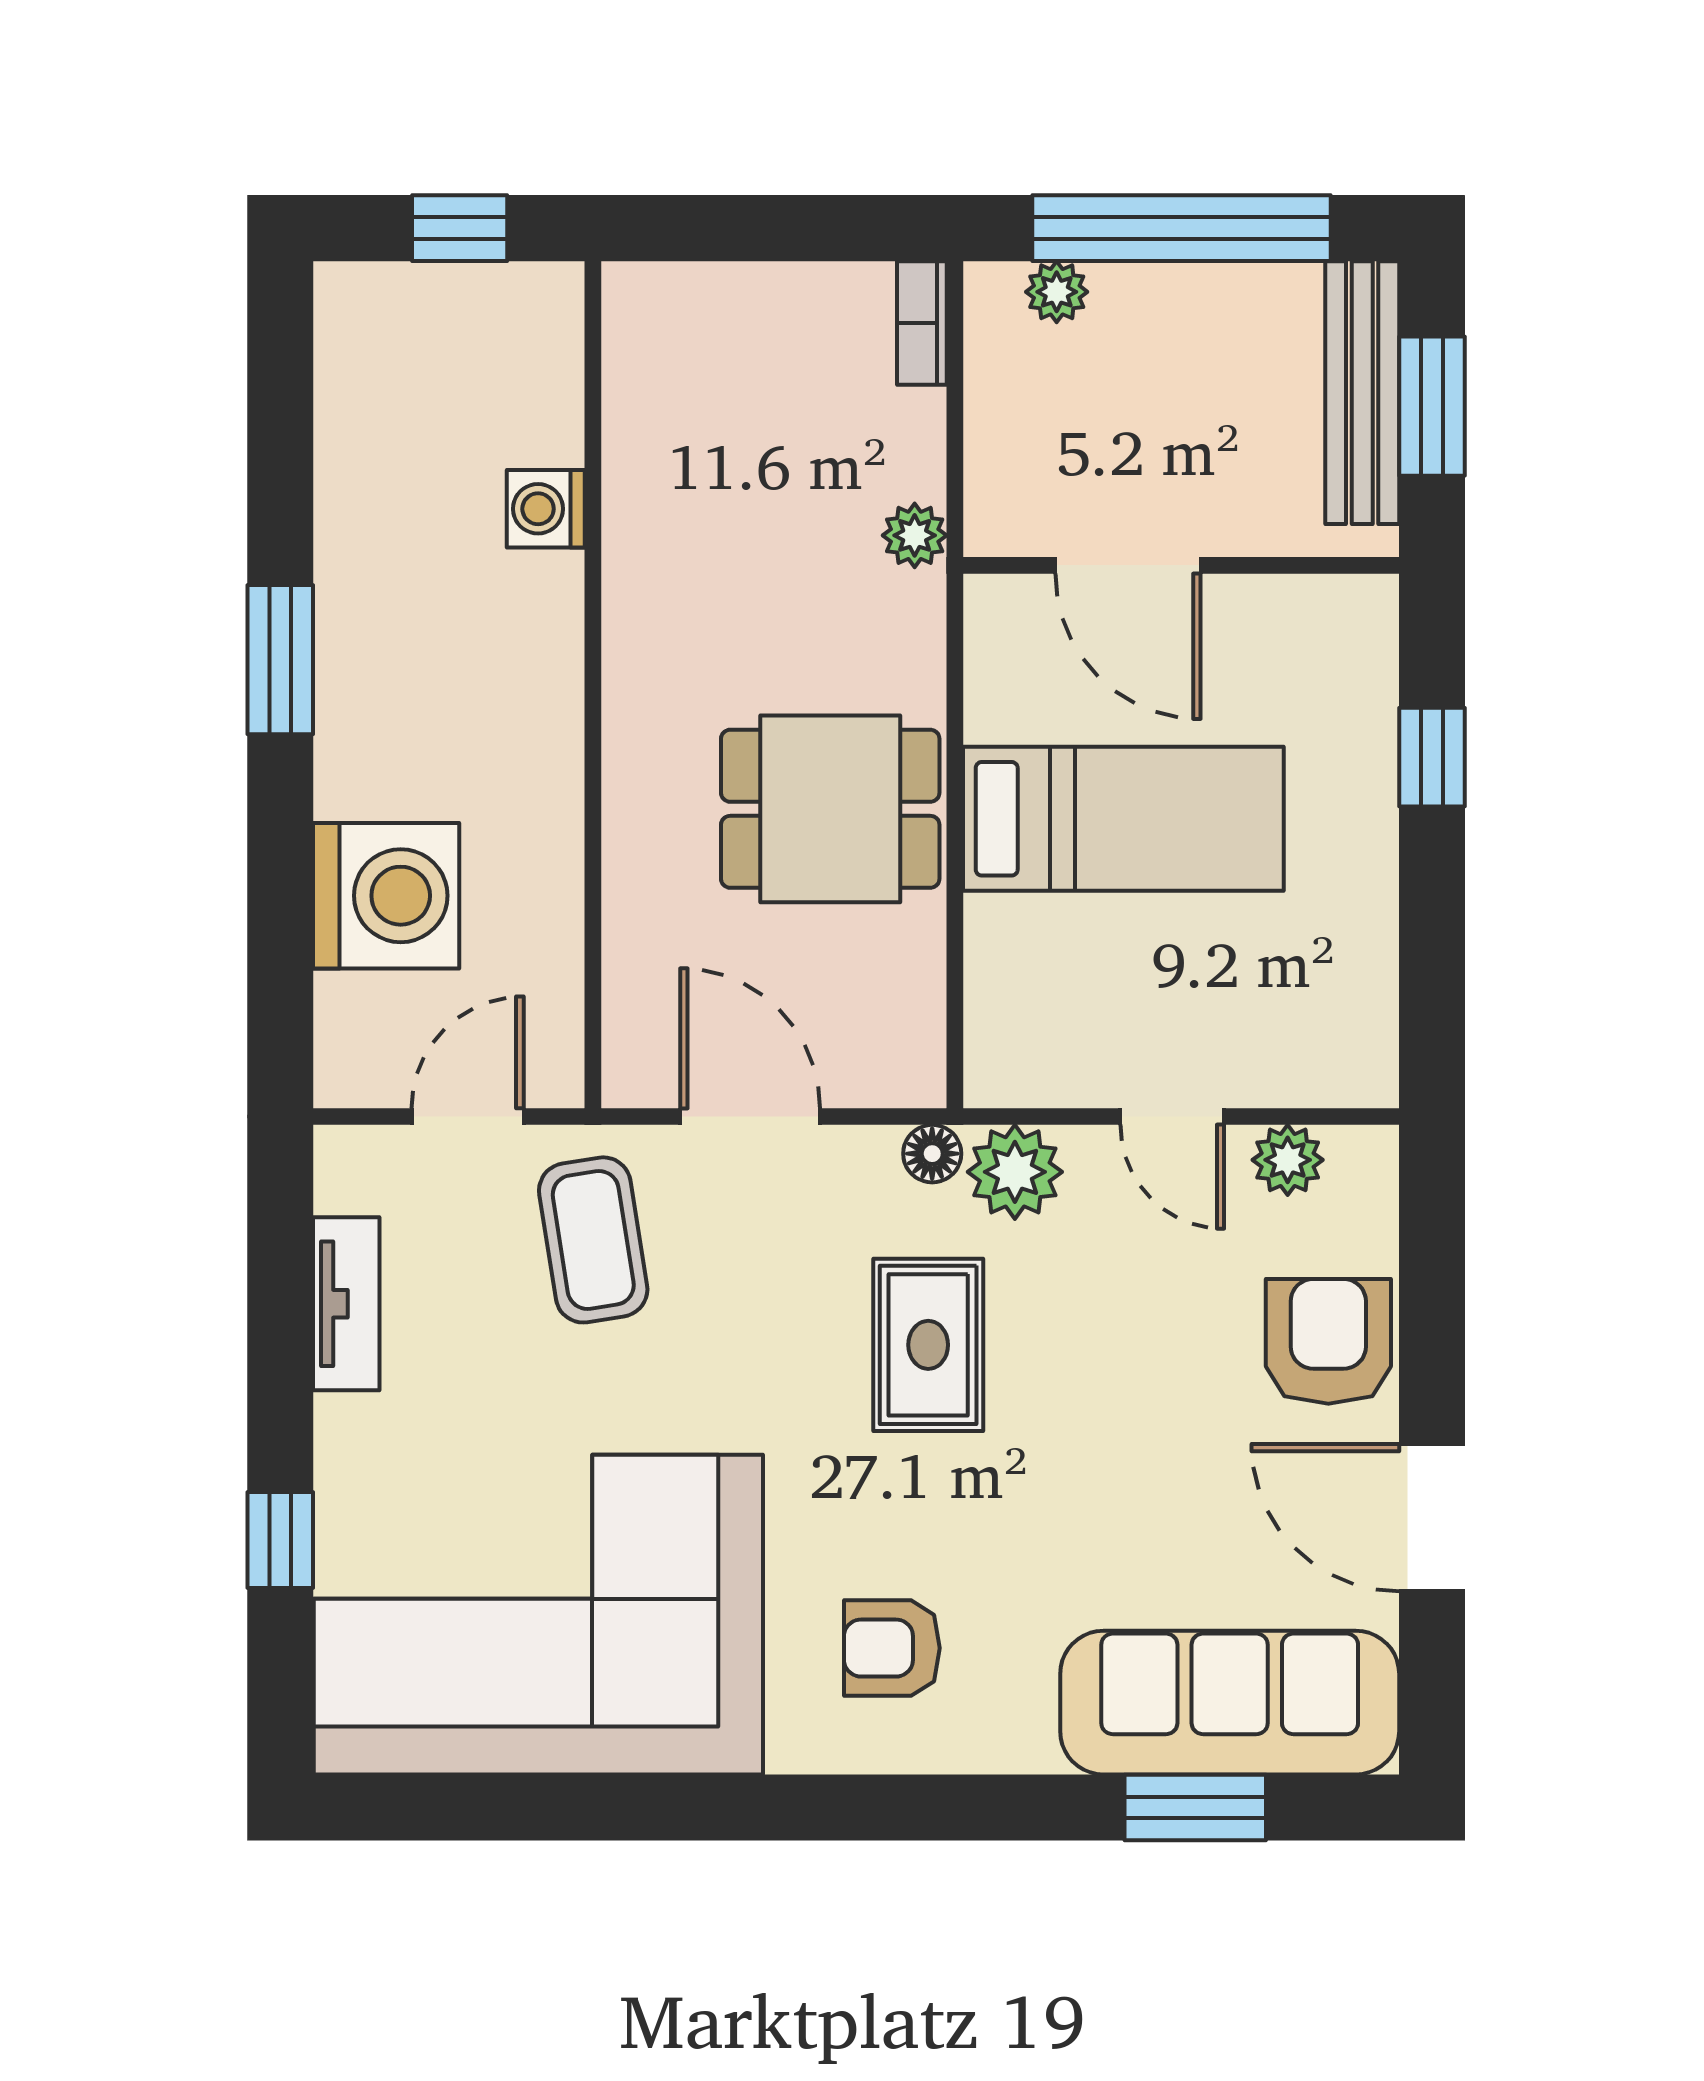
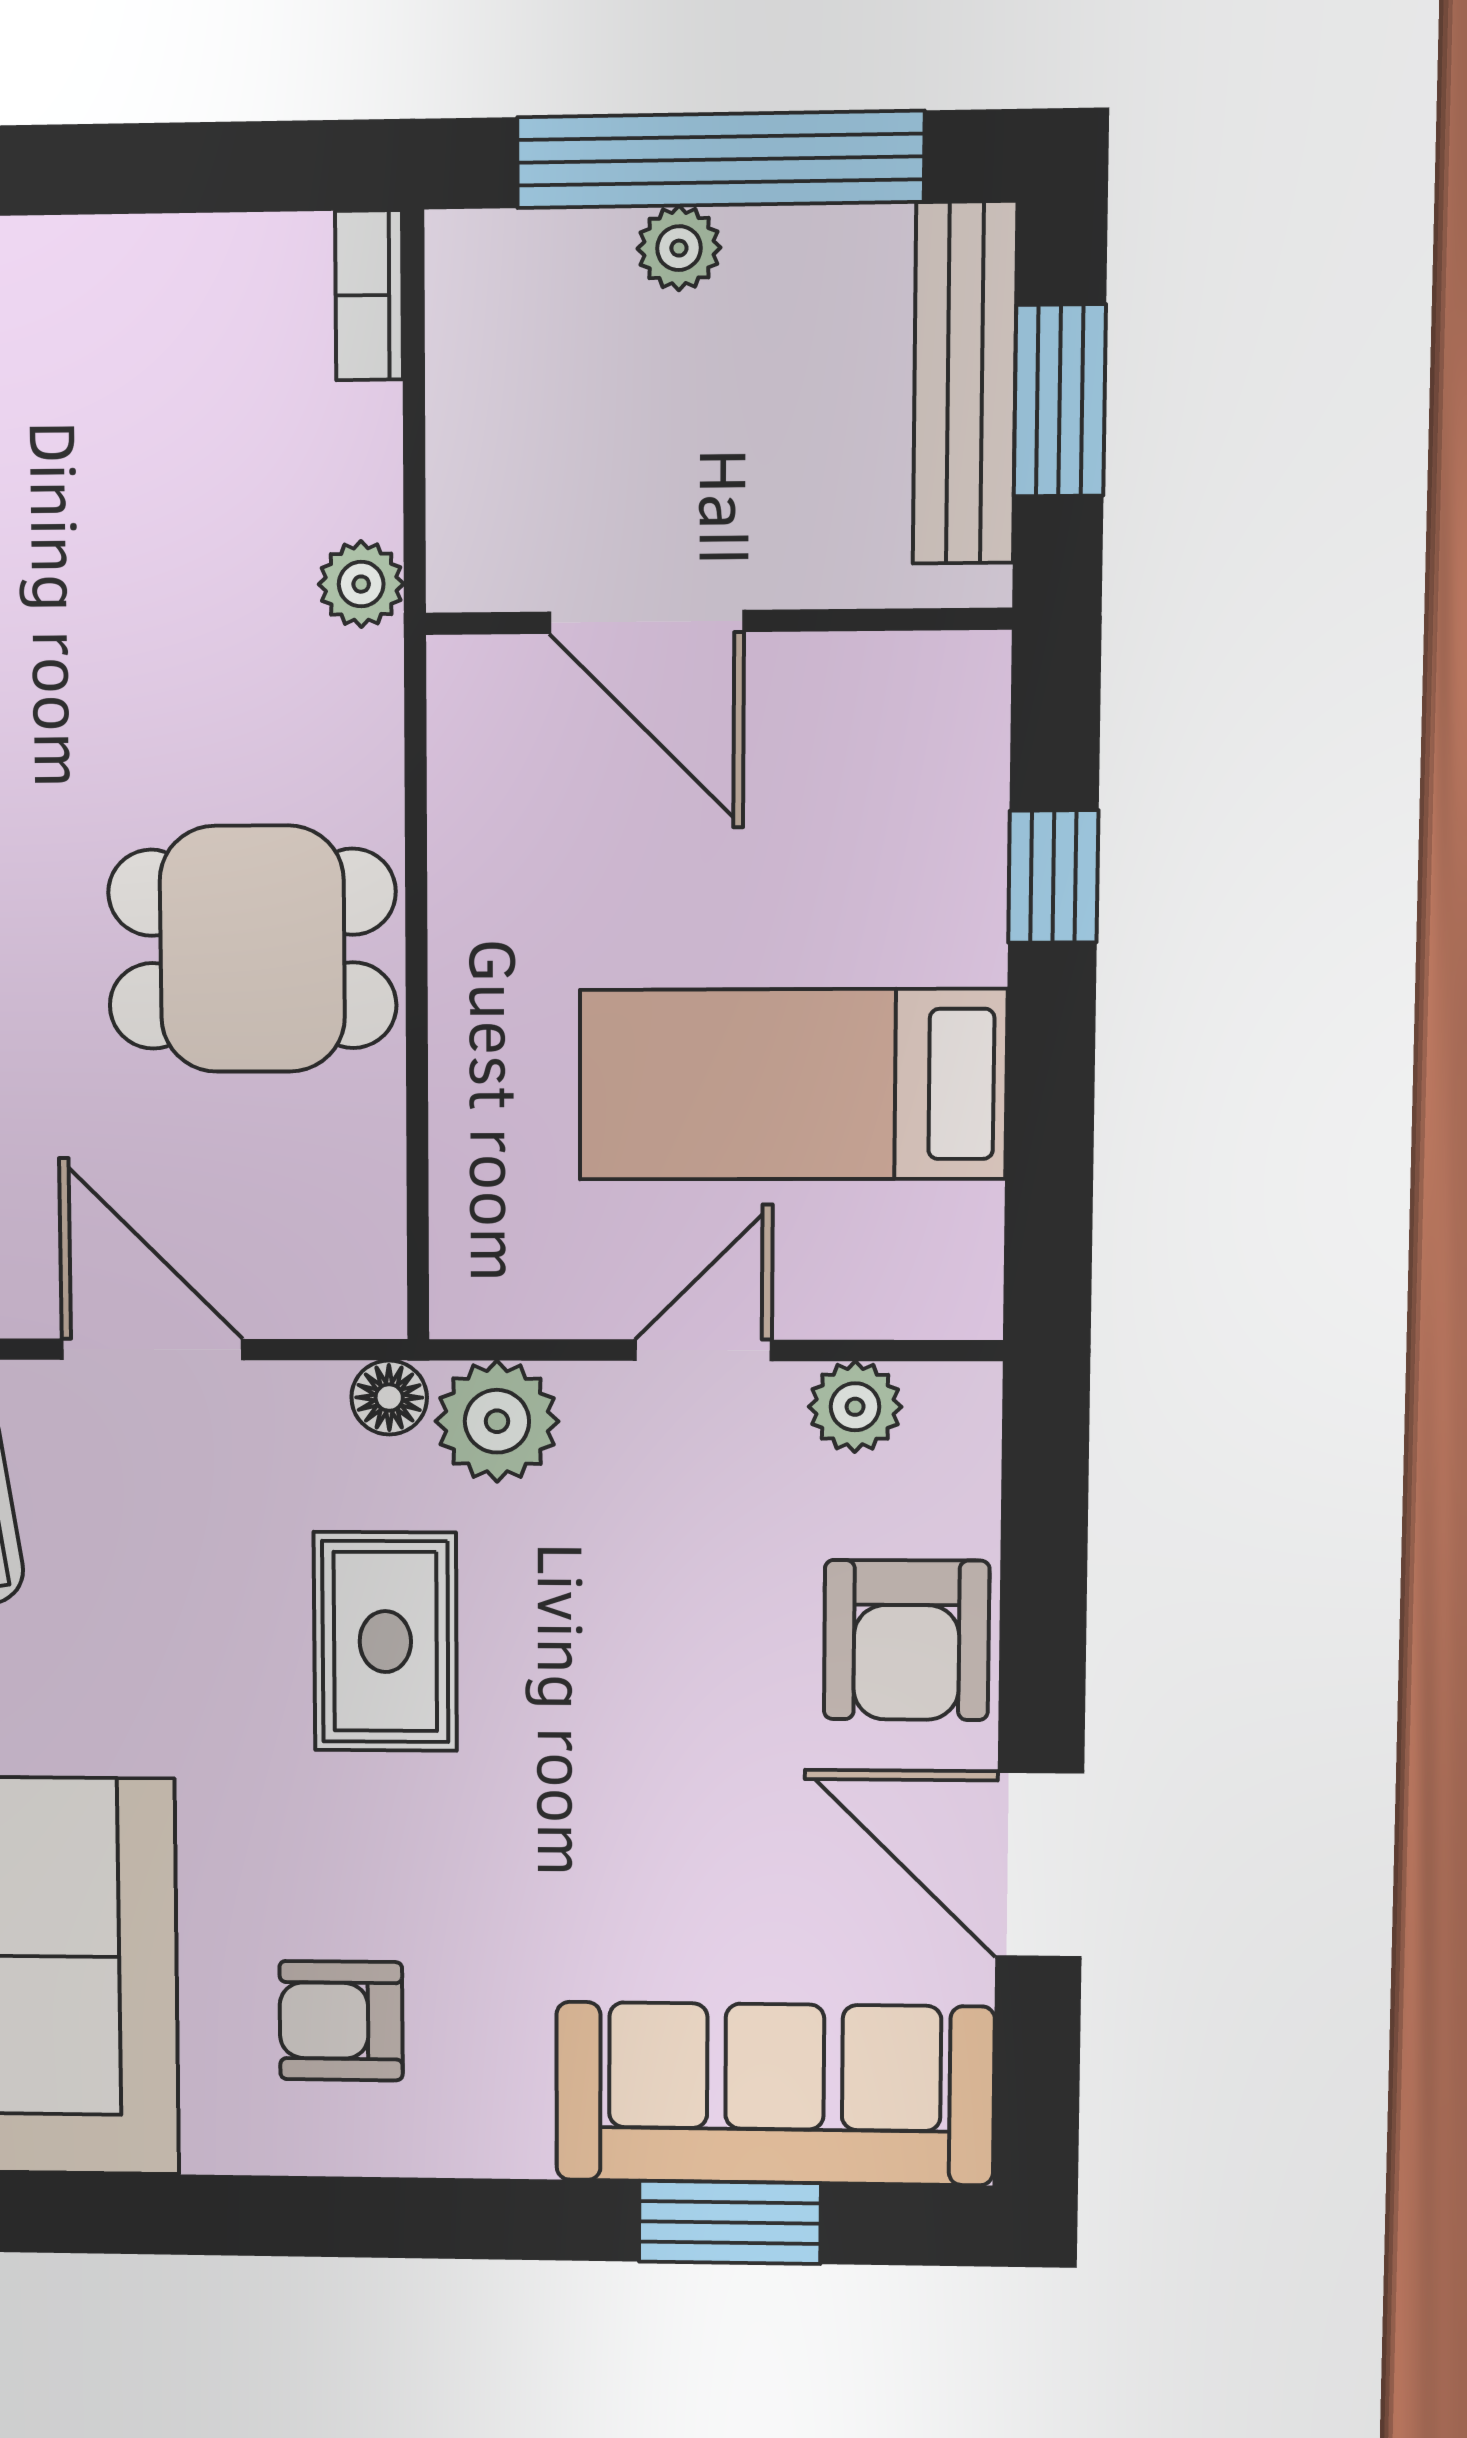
plant: (1057, 292) -> (679, 248), moved
bed: (1123, 819) -> (793, 1084), moved, turned 180
door: (1172, 1117) -> (703, 1350), swing flipped
armchair: (1328, 1341) -> (906, 1640), turned 180

